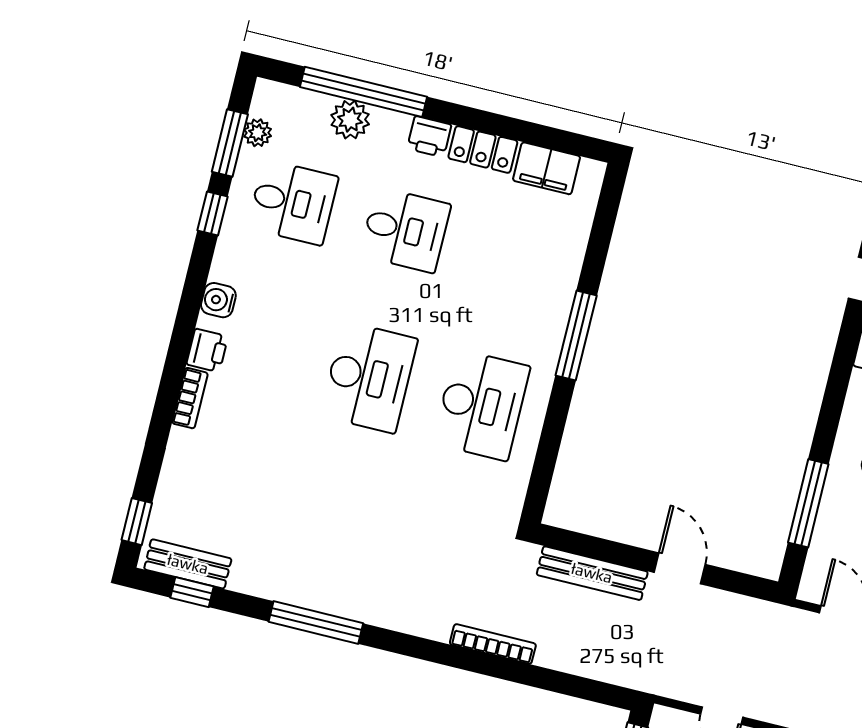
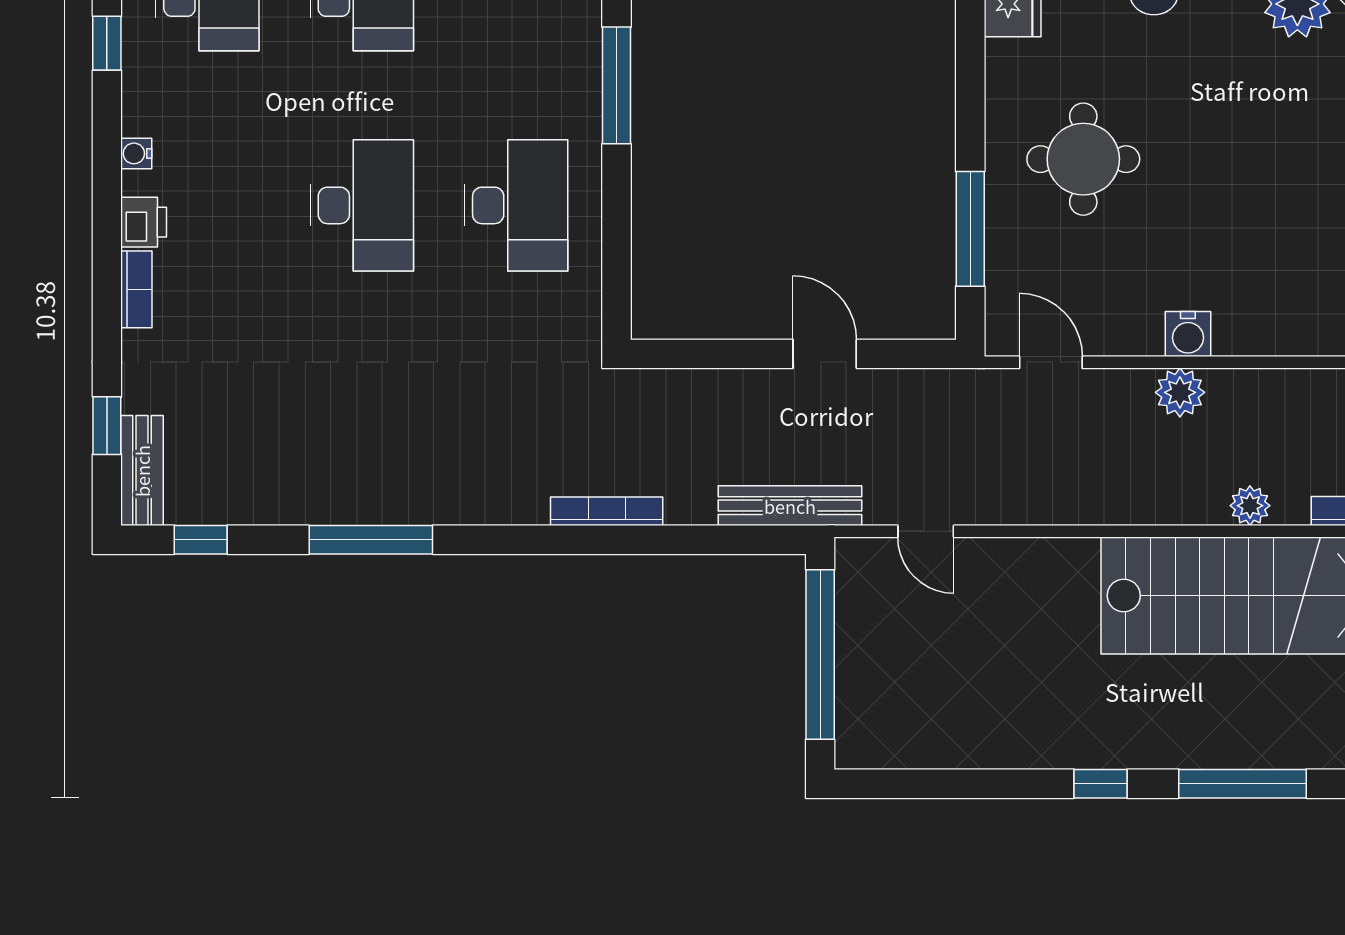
water cooler: (218, 300) -> (136, 153), width x0.72, depth x0.72
window: (137, 522) -> (107, 426), moved
bench: (188, 564) -> (142, 471), moved, turned 90
bench: (592, 573) -> (790, 506), moved

